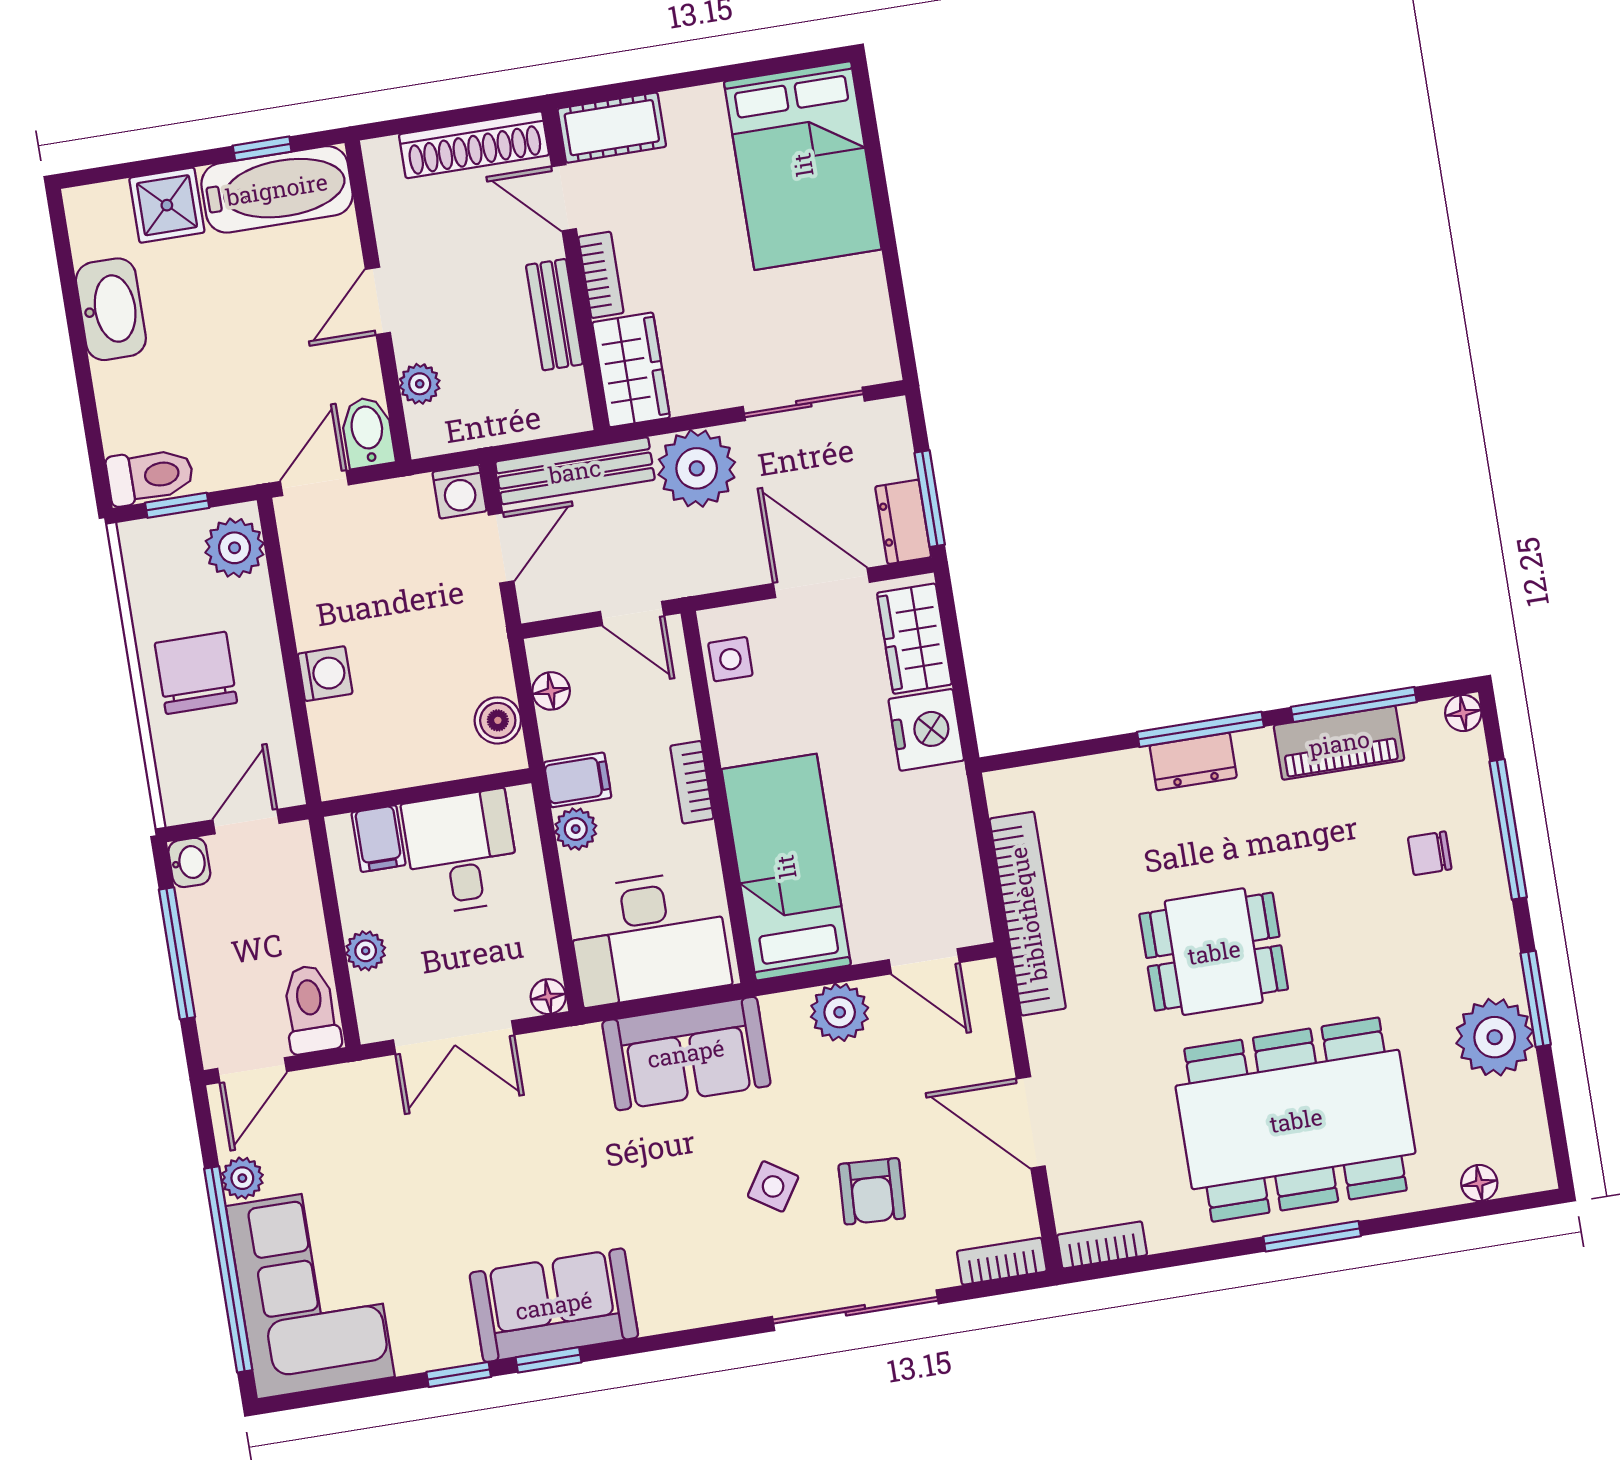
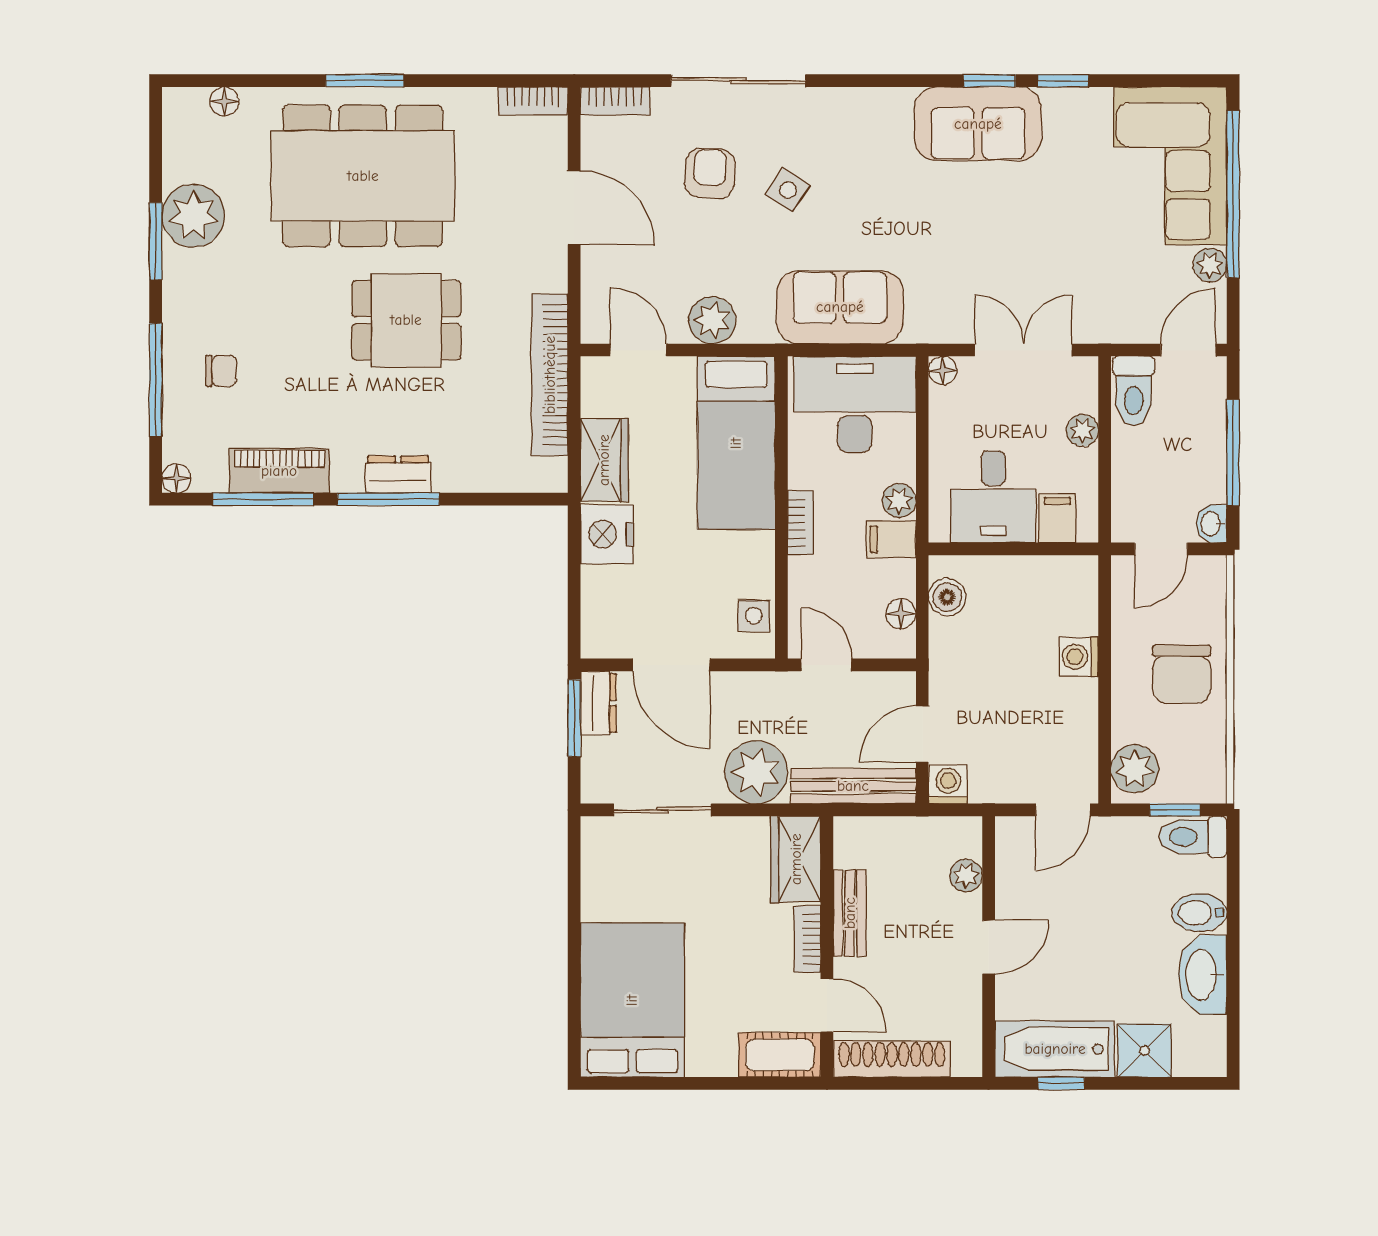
bidet: (368, 432) -> (1199, 913), moved, turned 90
wardrobe: (914, 639) -> (604, 460), moved

